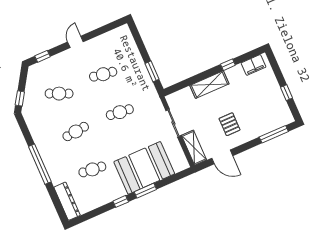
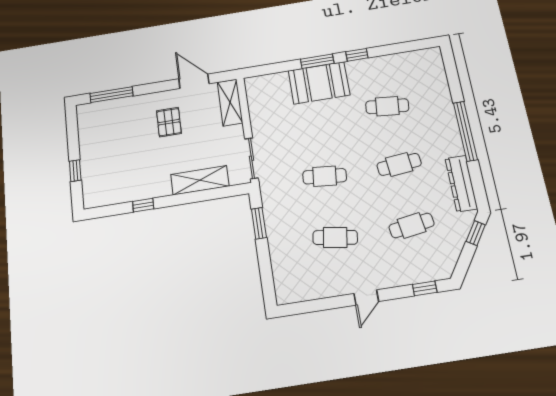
filing cabinet: (254, 65) -> (106, 196), removed
shelving: (209, 85) -> (200, 180), moved
window: (287, 93) -> (75, 171), moved
cafe table: (59, 94) -> (412, 225), turned -33
sliding door: (173, 123) -> (251, 158), moved
booth: (144, 168) -> (319, 83), width x0.73, depth x0.70
dresser: (67, 201) -> (461, 183), moved

